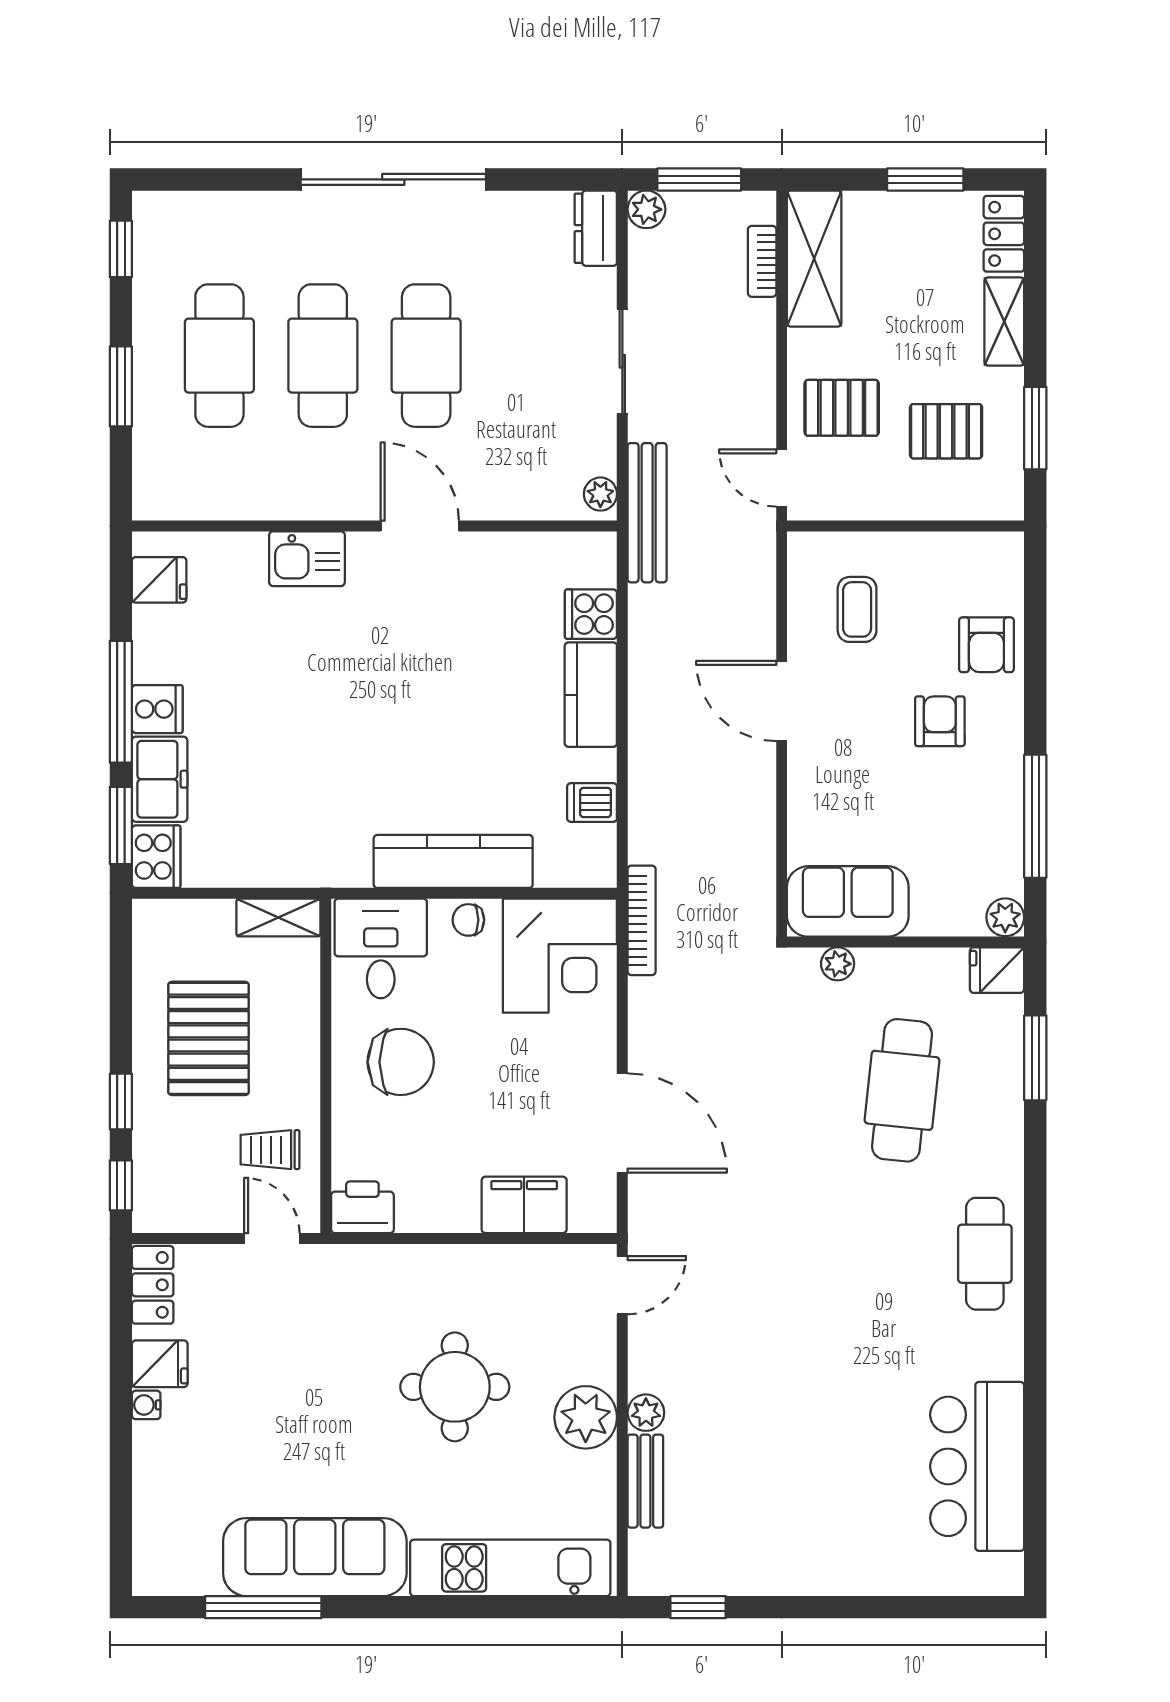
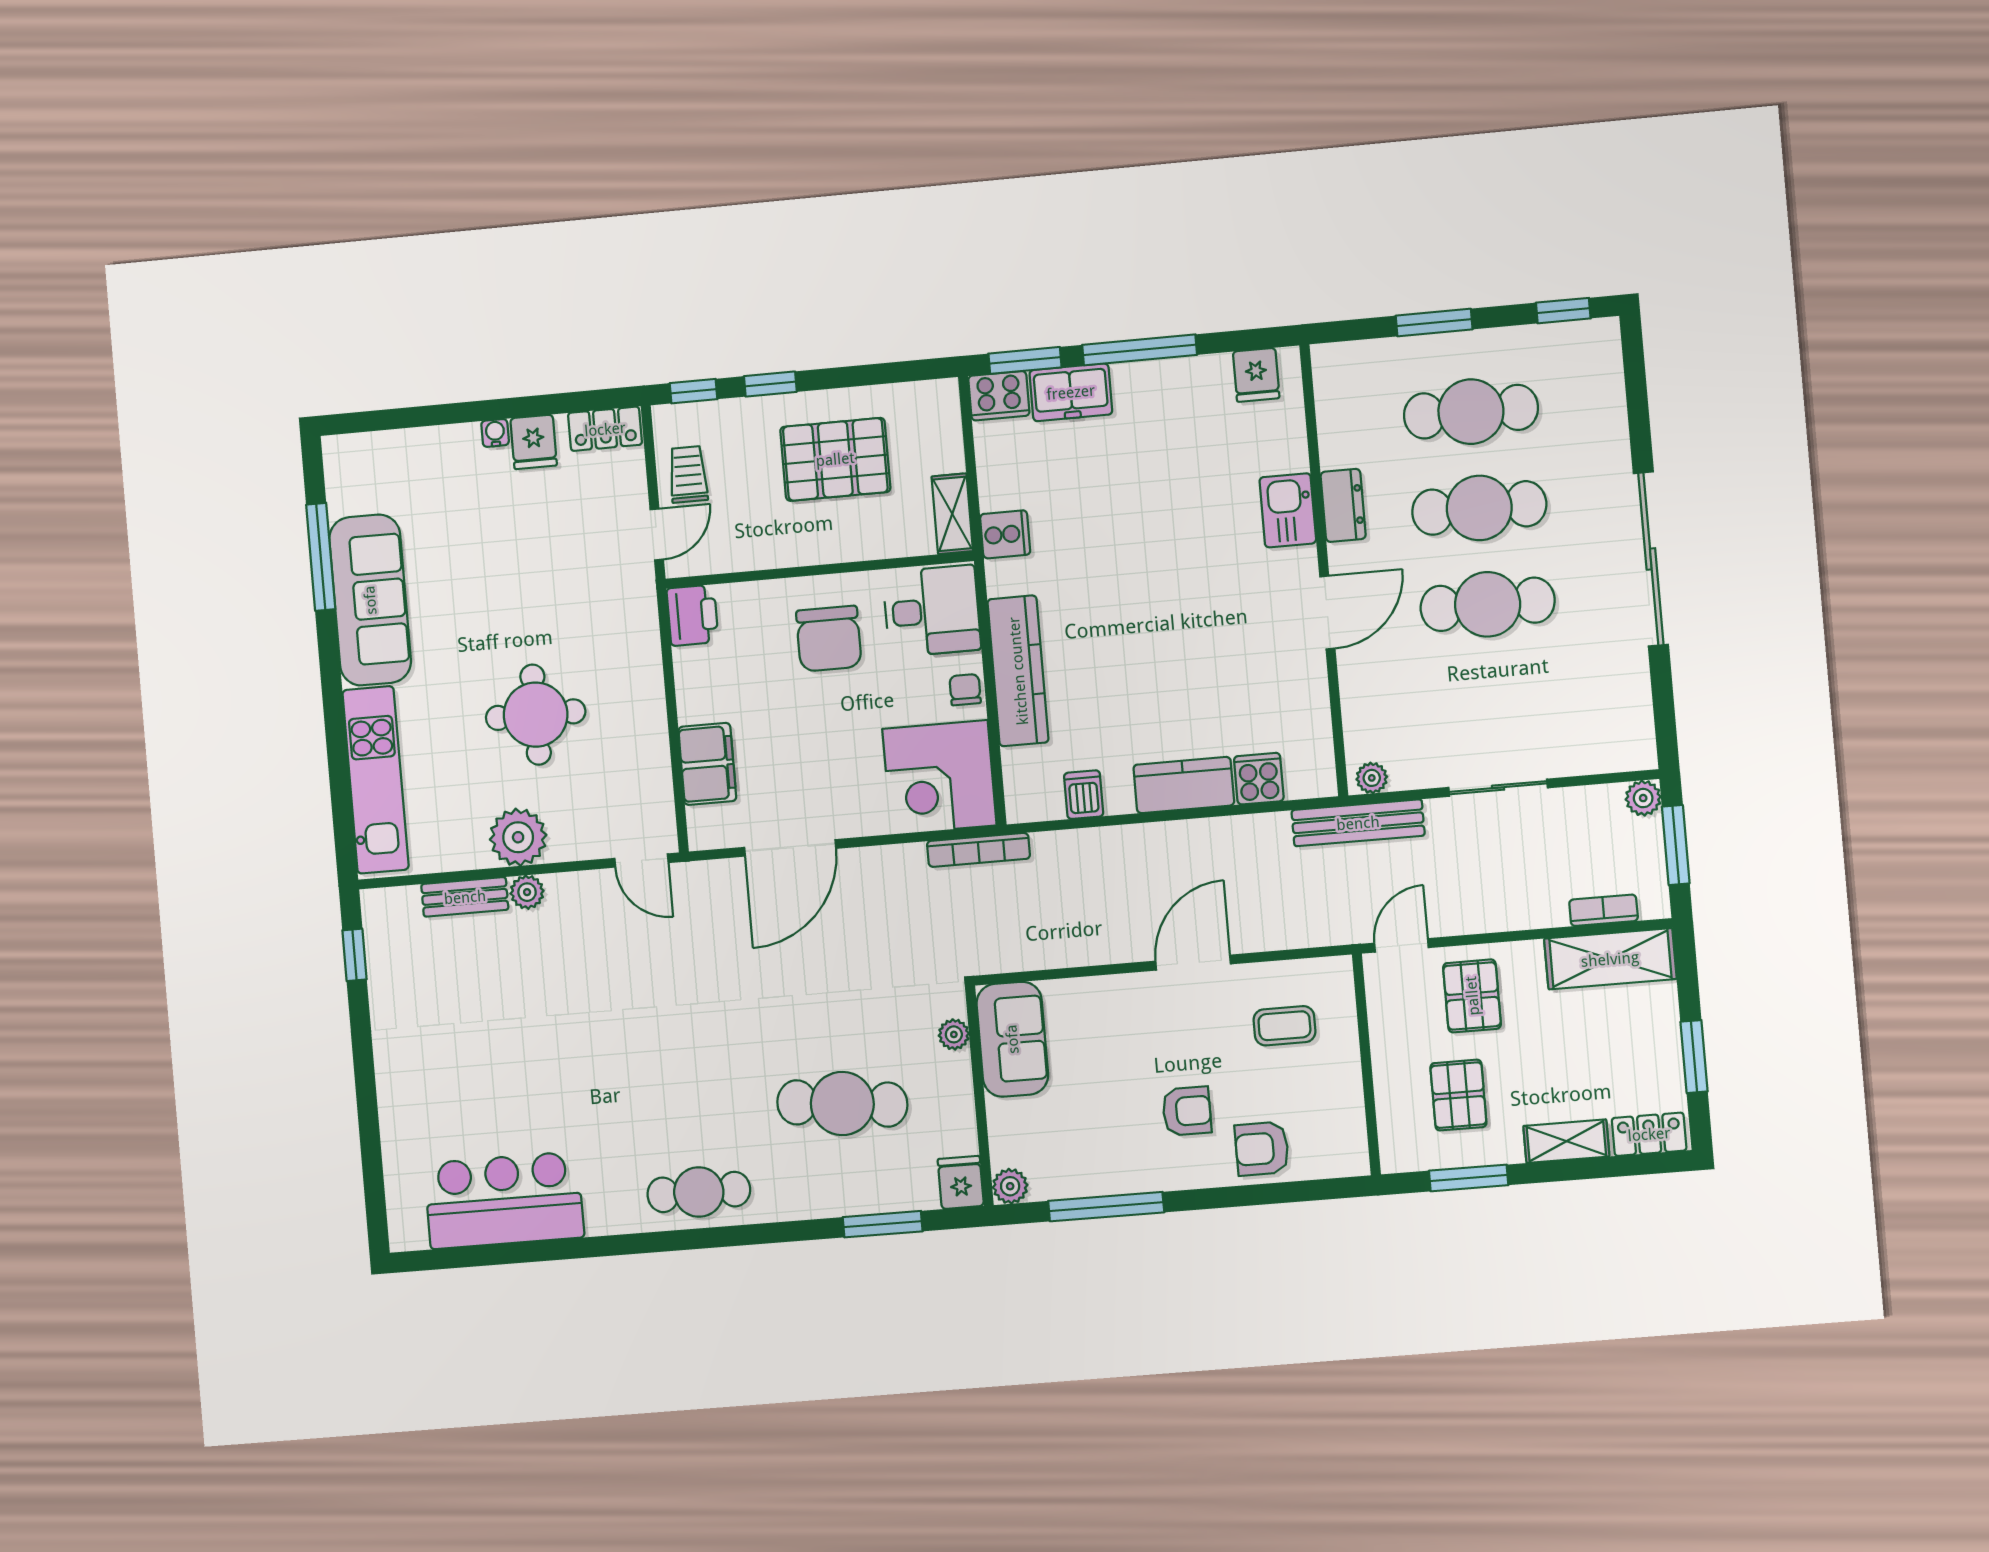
dresser: (596, 228) -> (1343, 505), moved, turned 90
cooker: (157, 709) -> (1005, 534), moved, turned -90
trolley: (270, 1150) -> (688, 474), moved

